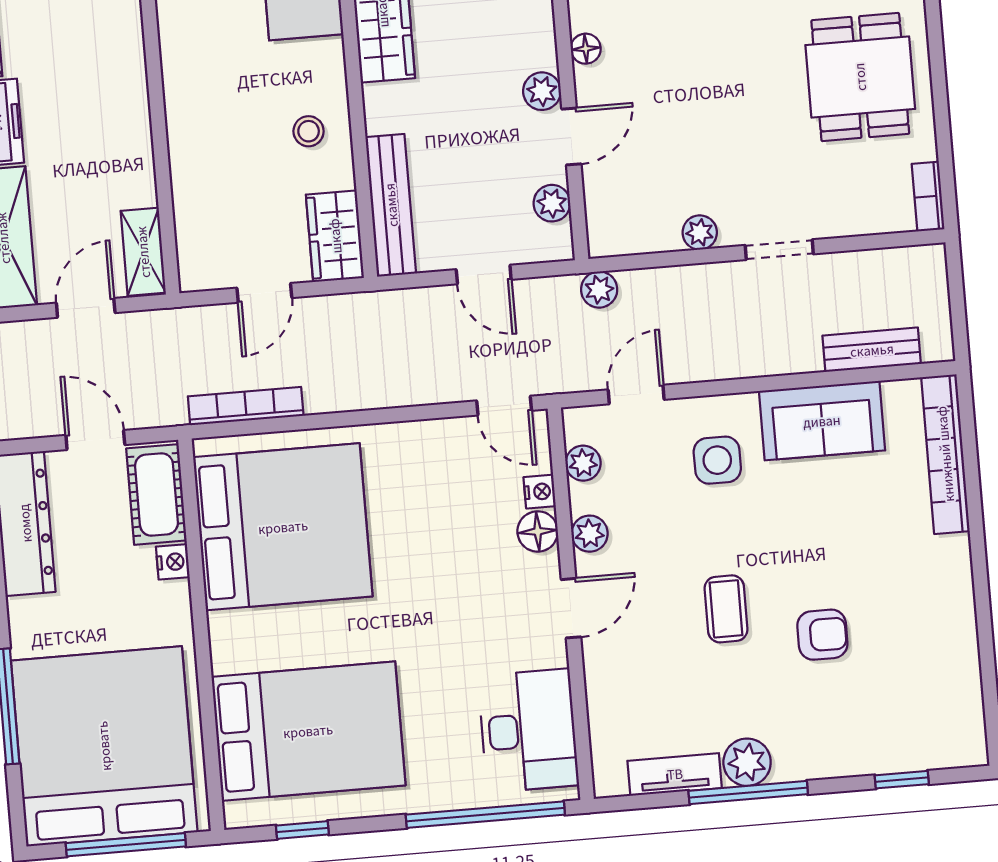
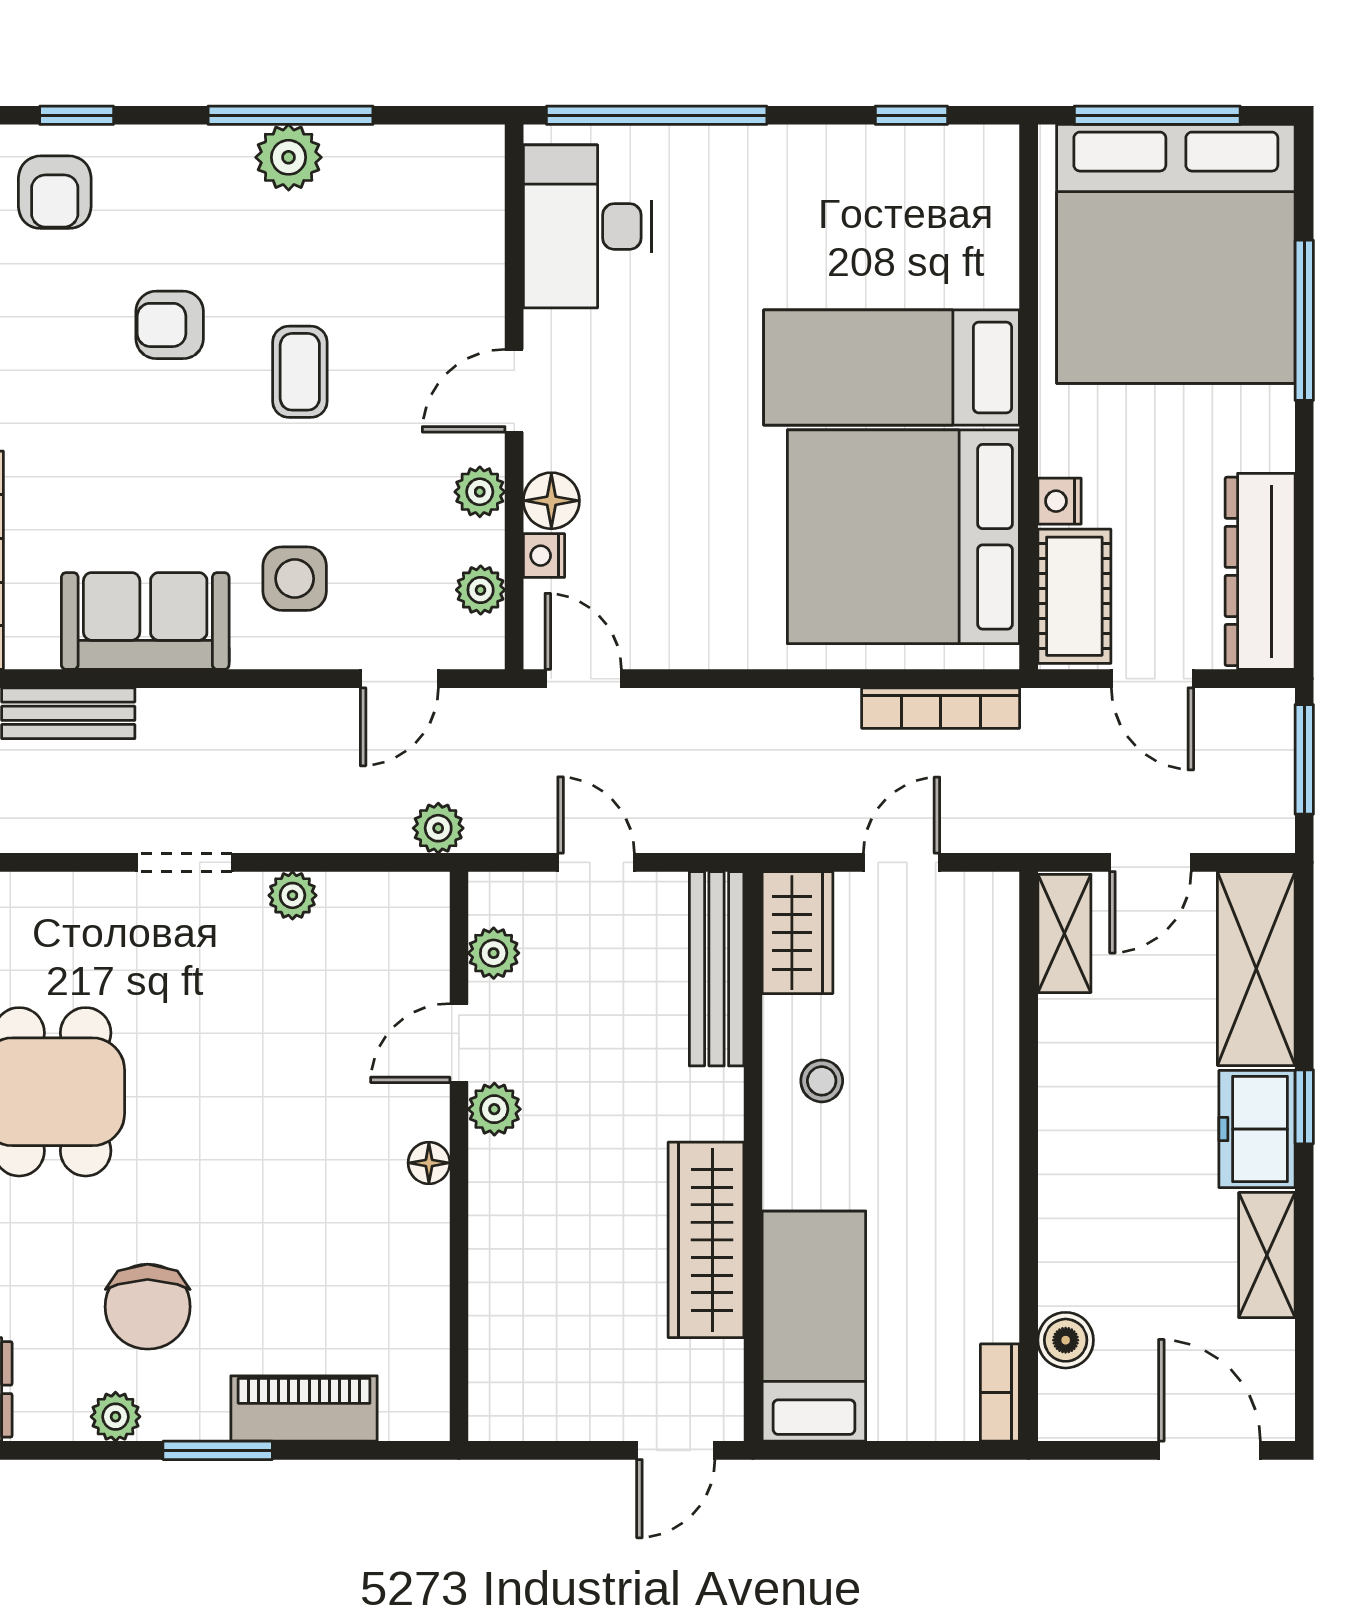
armchair: (913, 723) -> (55, 192), added
bed: (308, 731) -> (891, 368), moved, width x0.67
tv unit: (675, 774) -> (390, 149), removed

